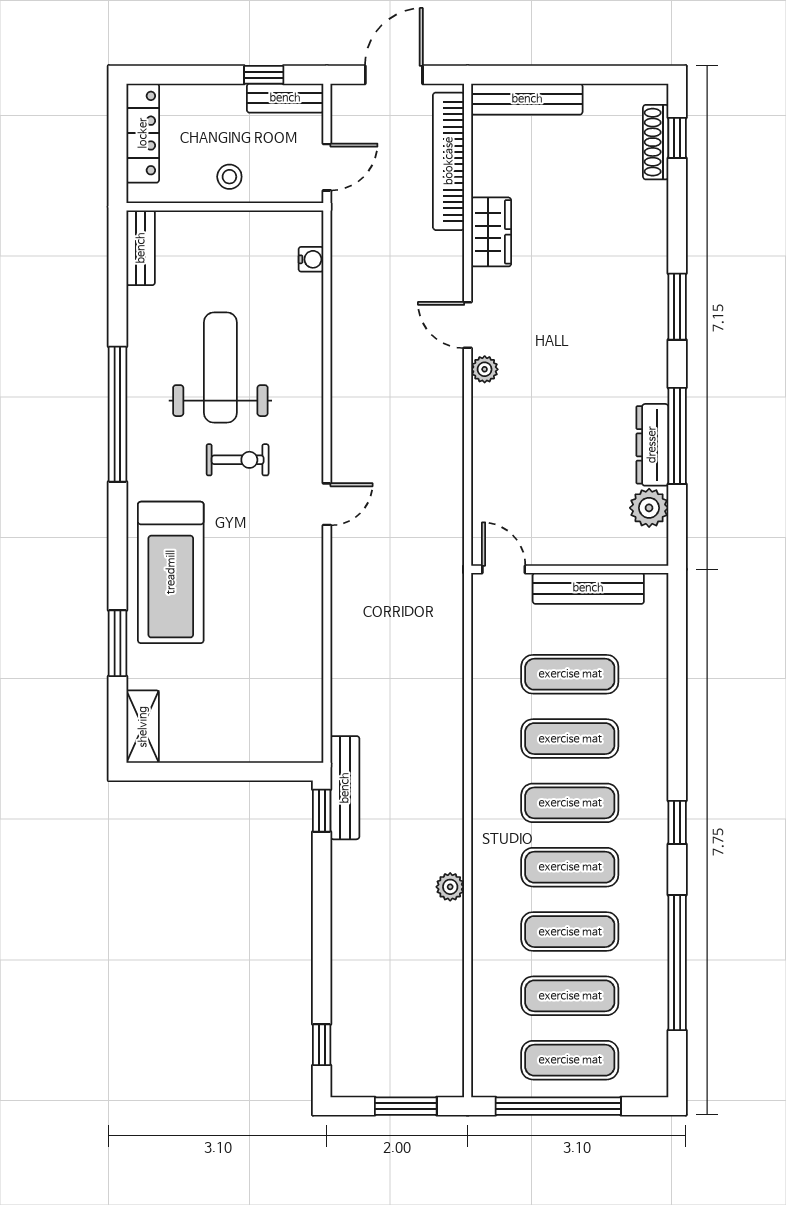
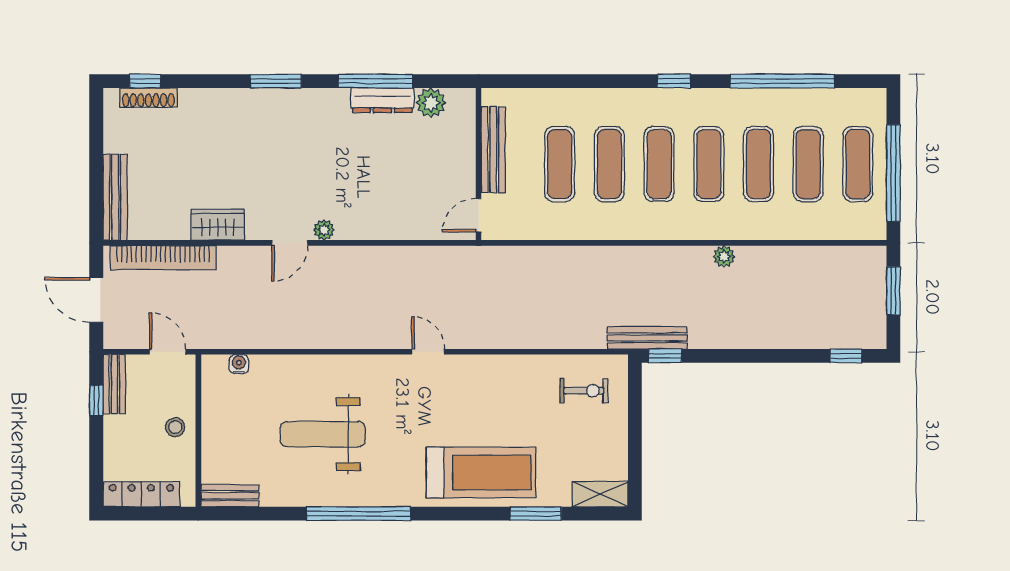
exercise bike: (238, 460) -> (584, 391), moved, turned 90

